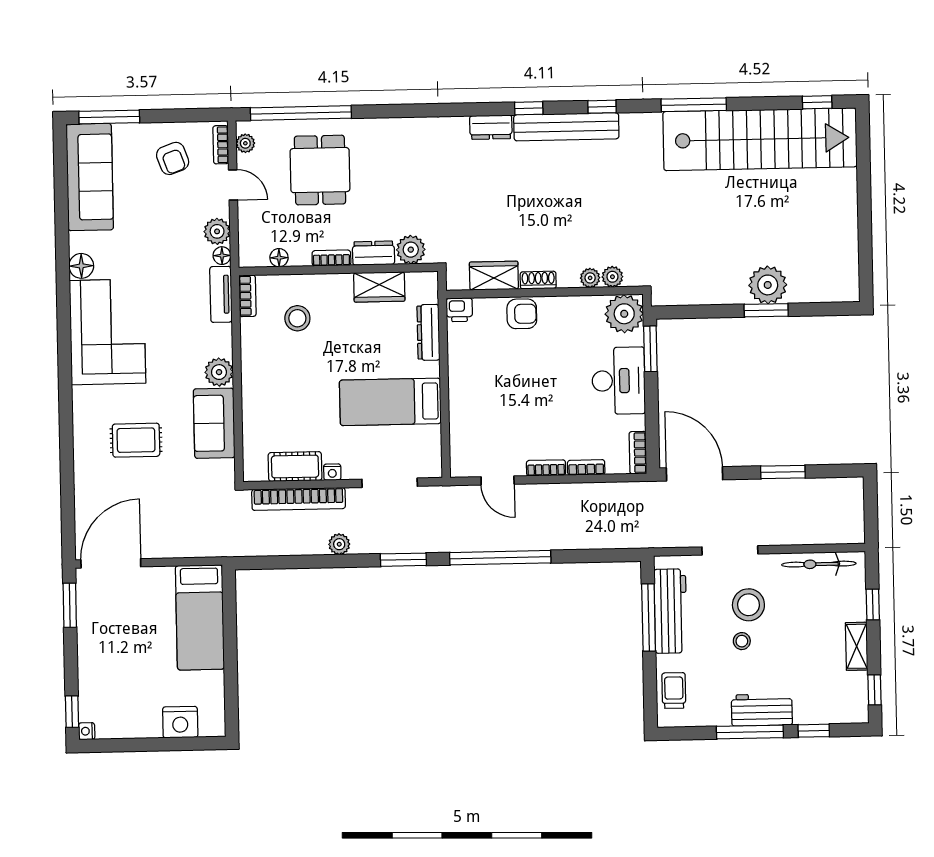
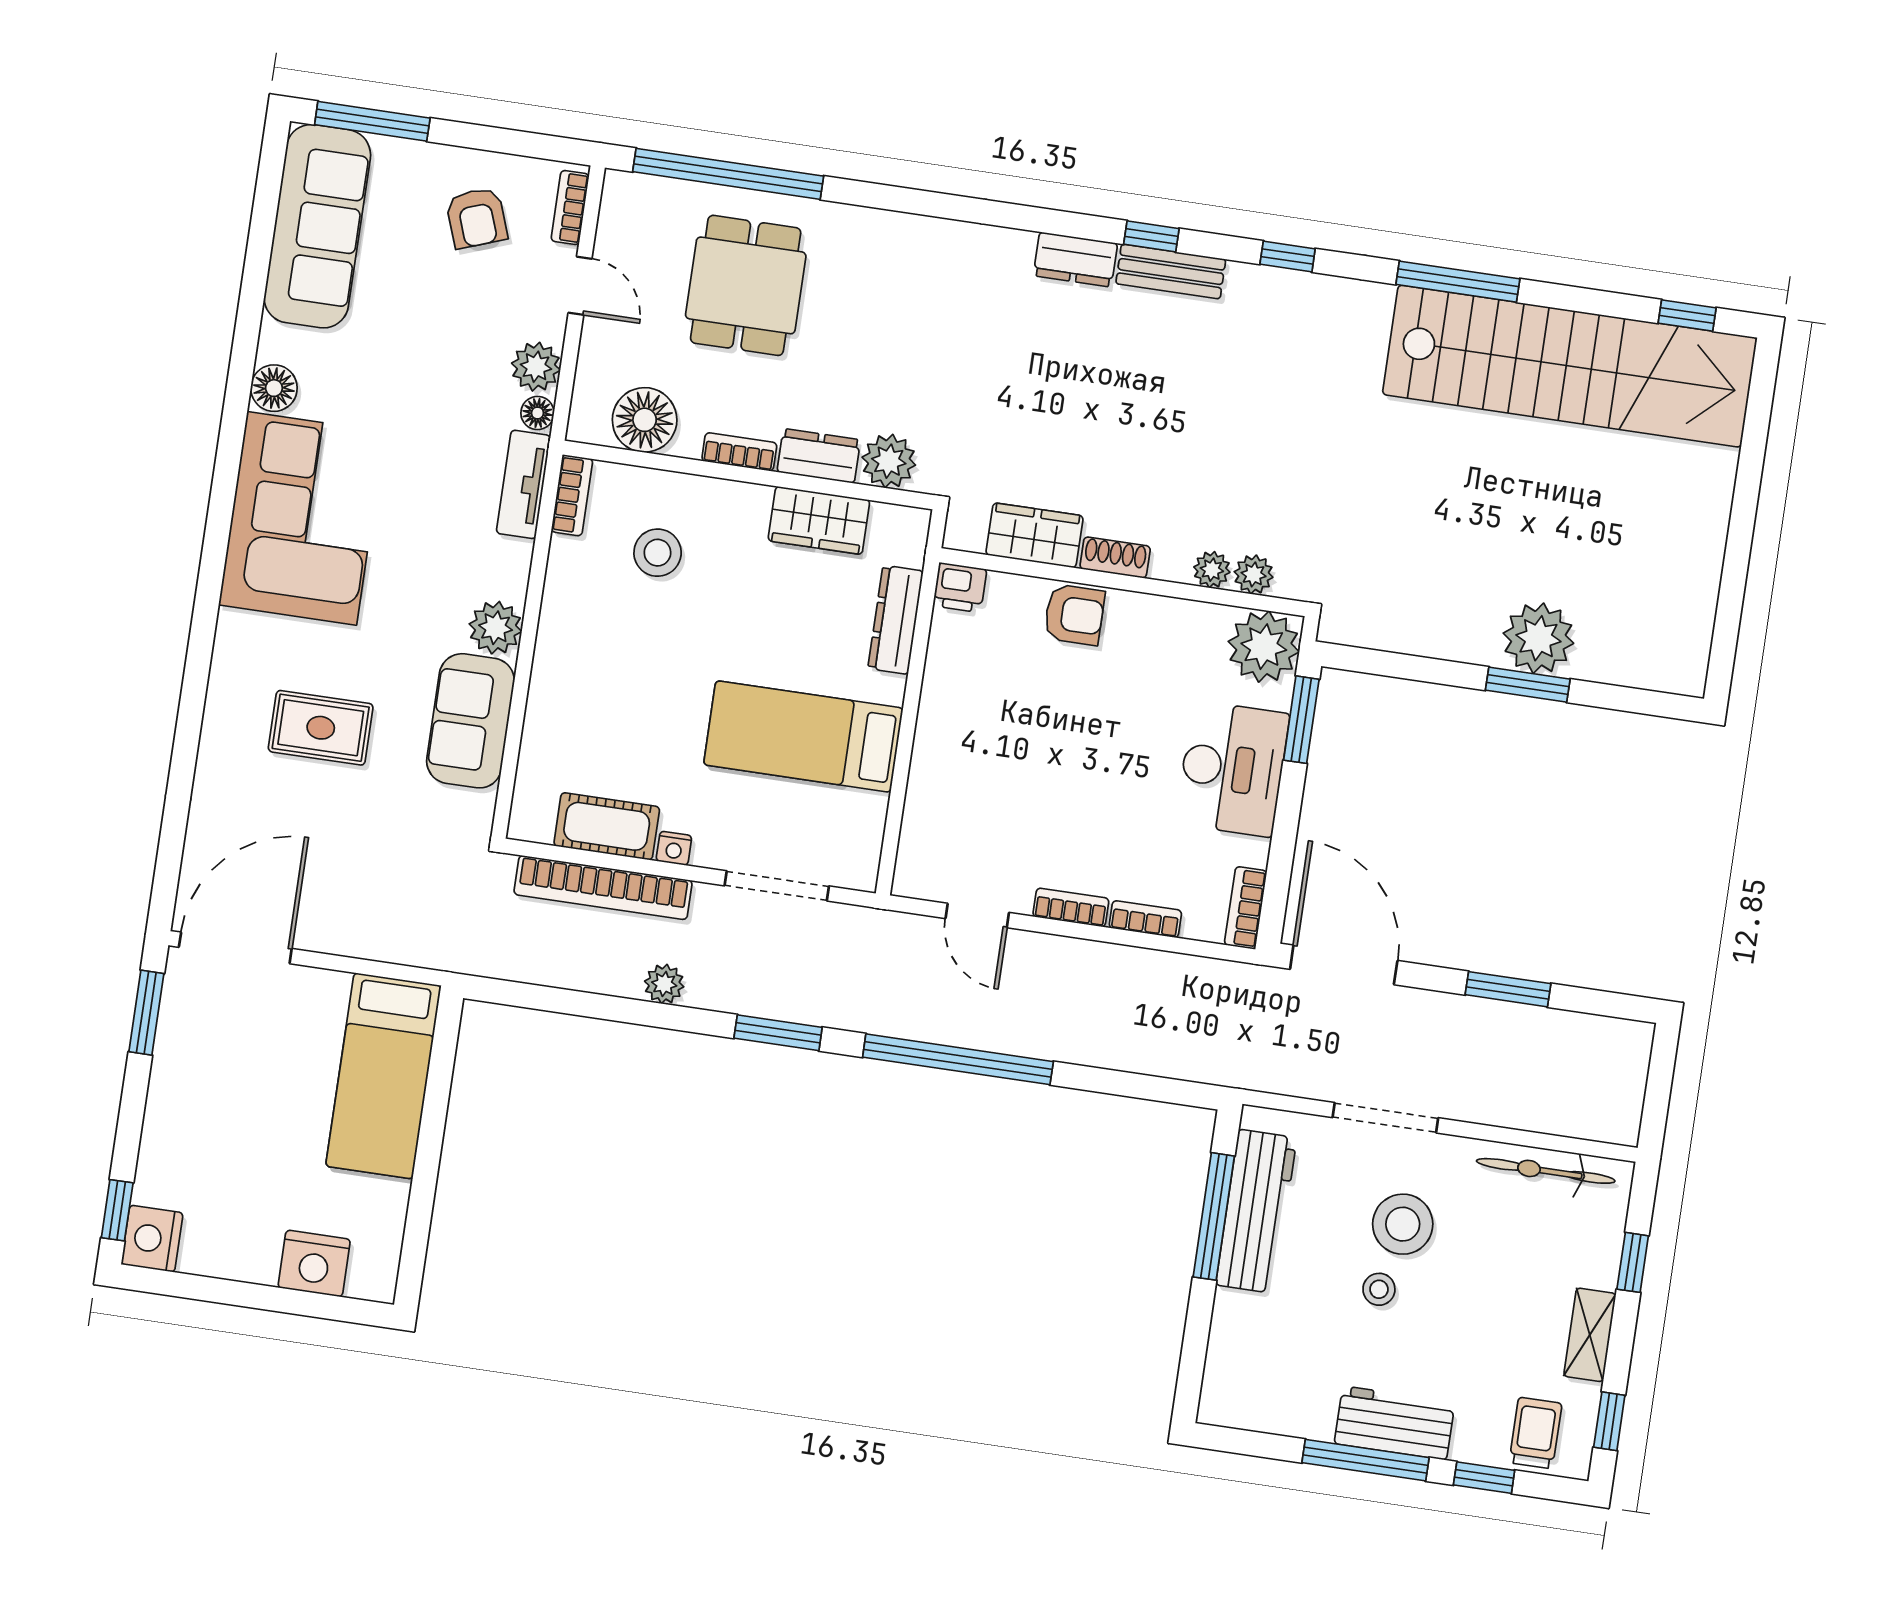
bench: (566, 127) -> (1171, 271), width x0.54, depth x0.82
plant: (245, 143) -> (616, 212), removed
floor lamp: (279, 258) -> (645, 420), width x1.89, depth x1.89
trolley: (674, 691) -> (1536, 1433), moved
nightstand: (87, 731) -> (152, 1239), width x1.89, depth x1.79

